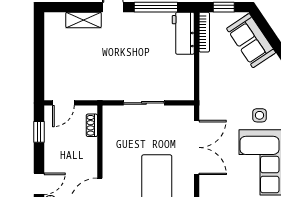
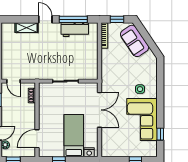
workbench: (183, 33) -> (75, 30), moved, turned -90
door: (63, 103) -> (14, 81), hinge flipped

